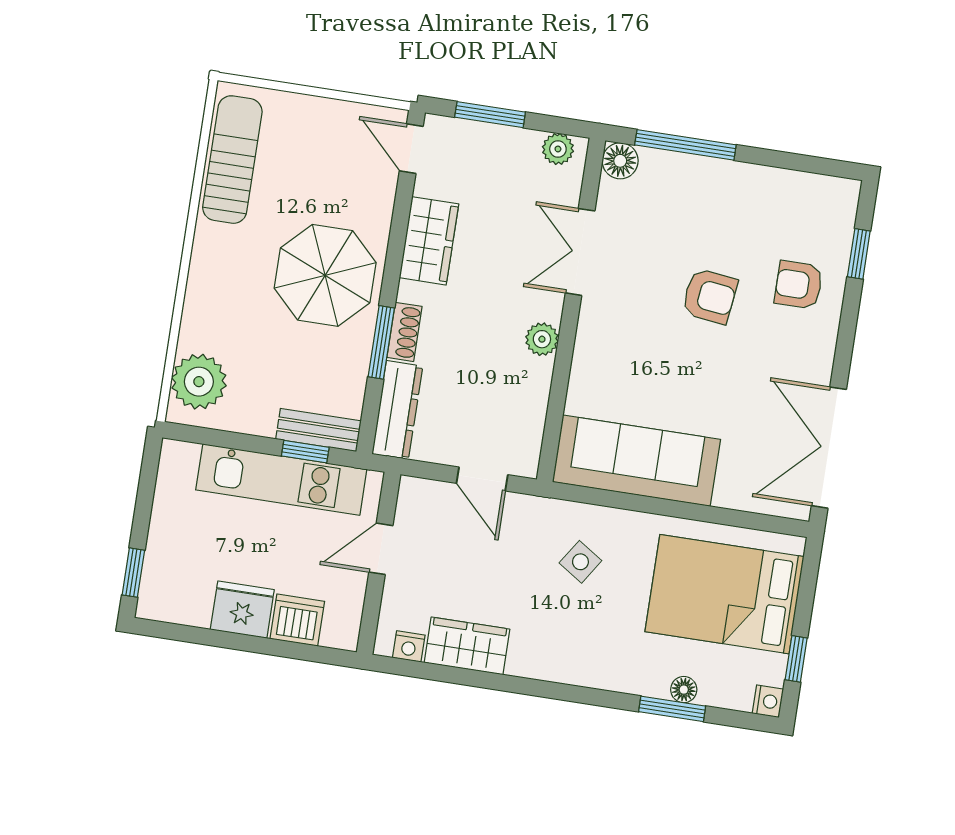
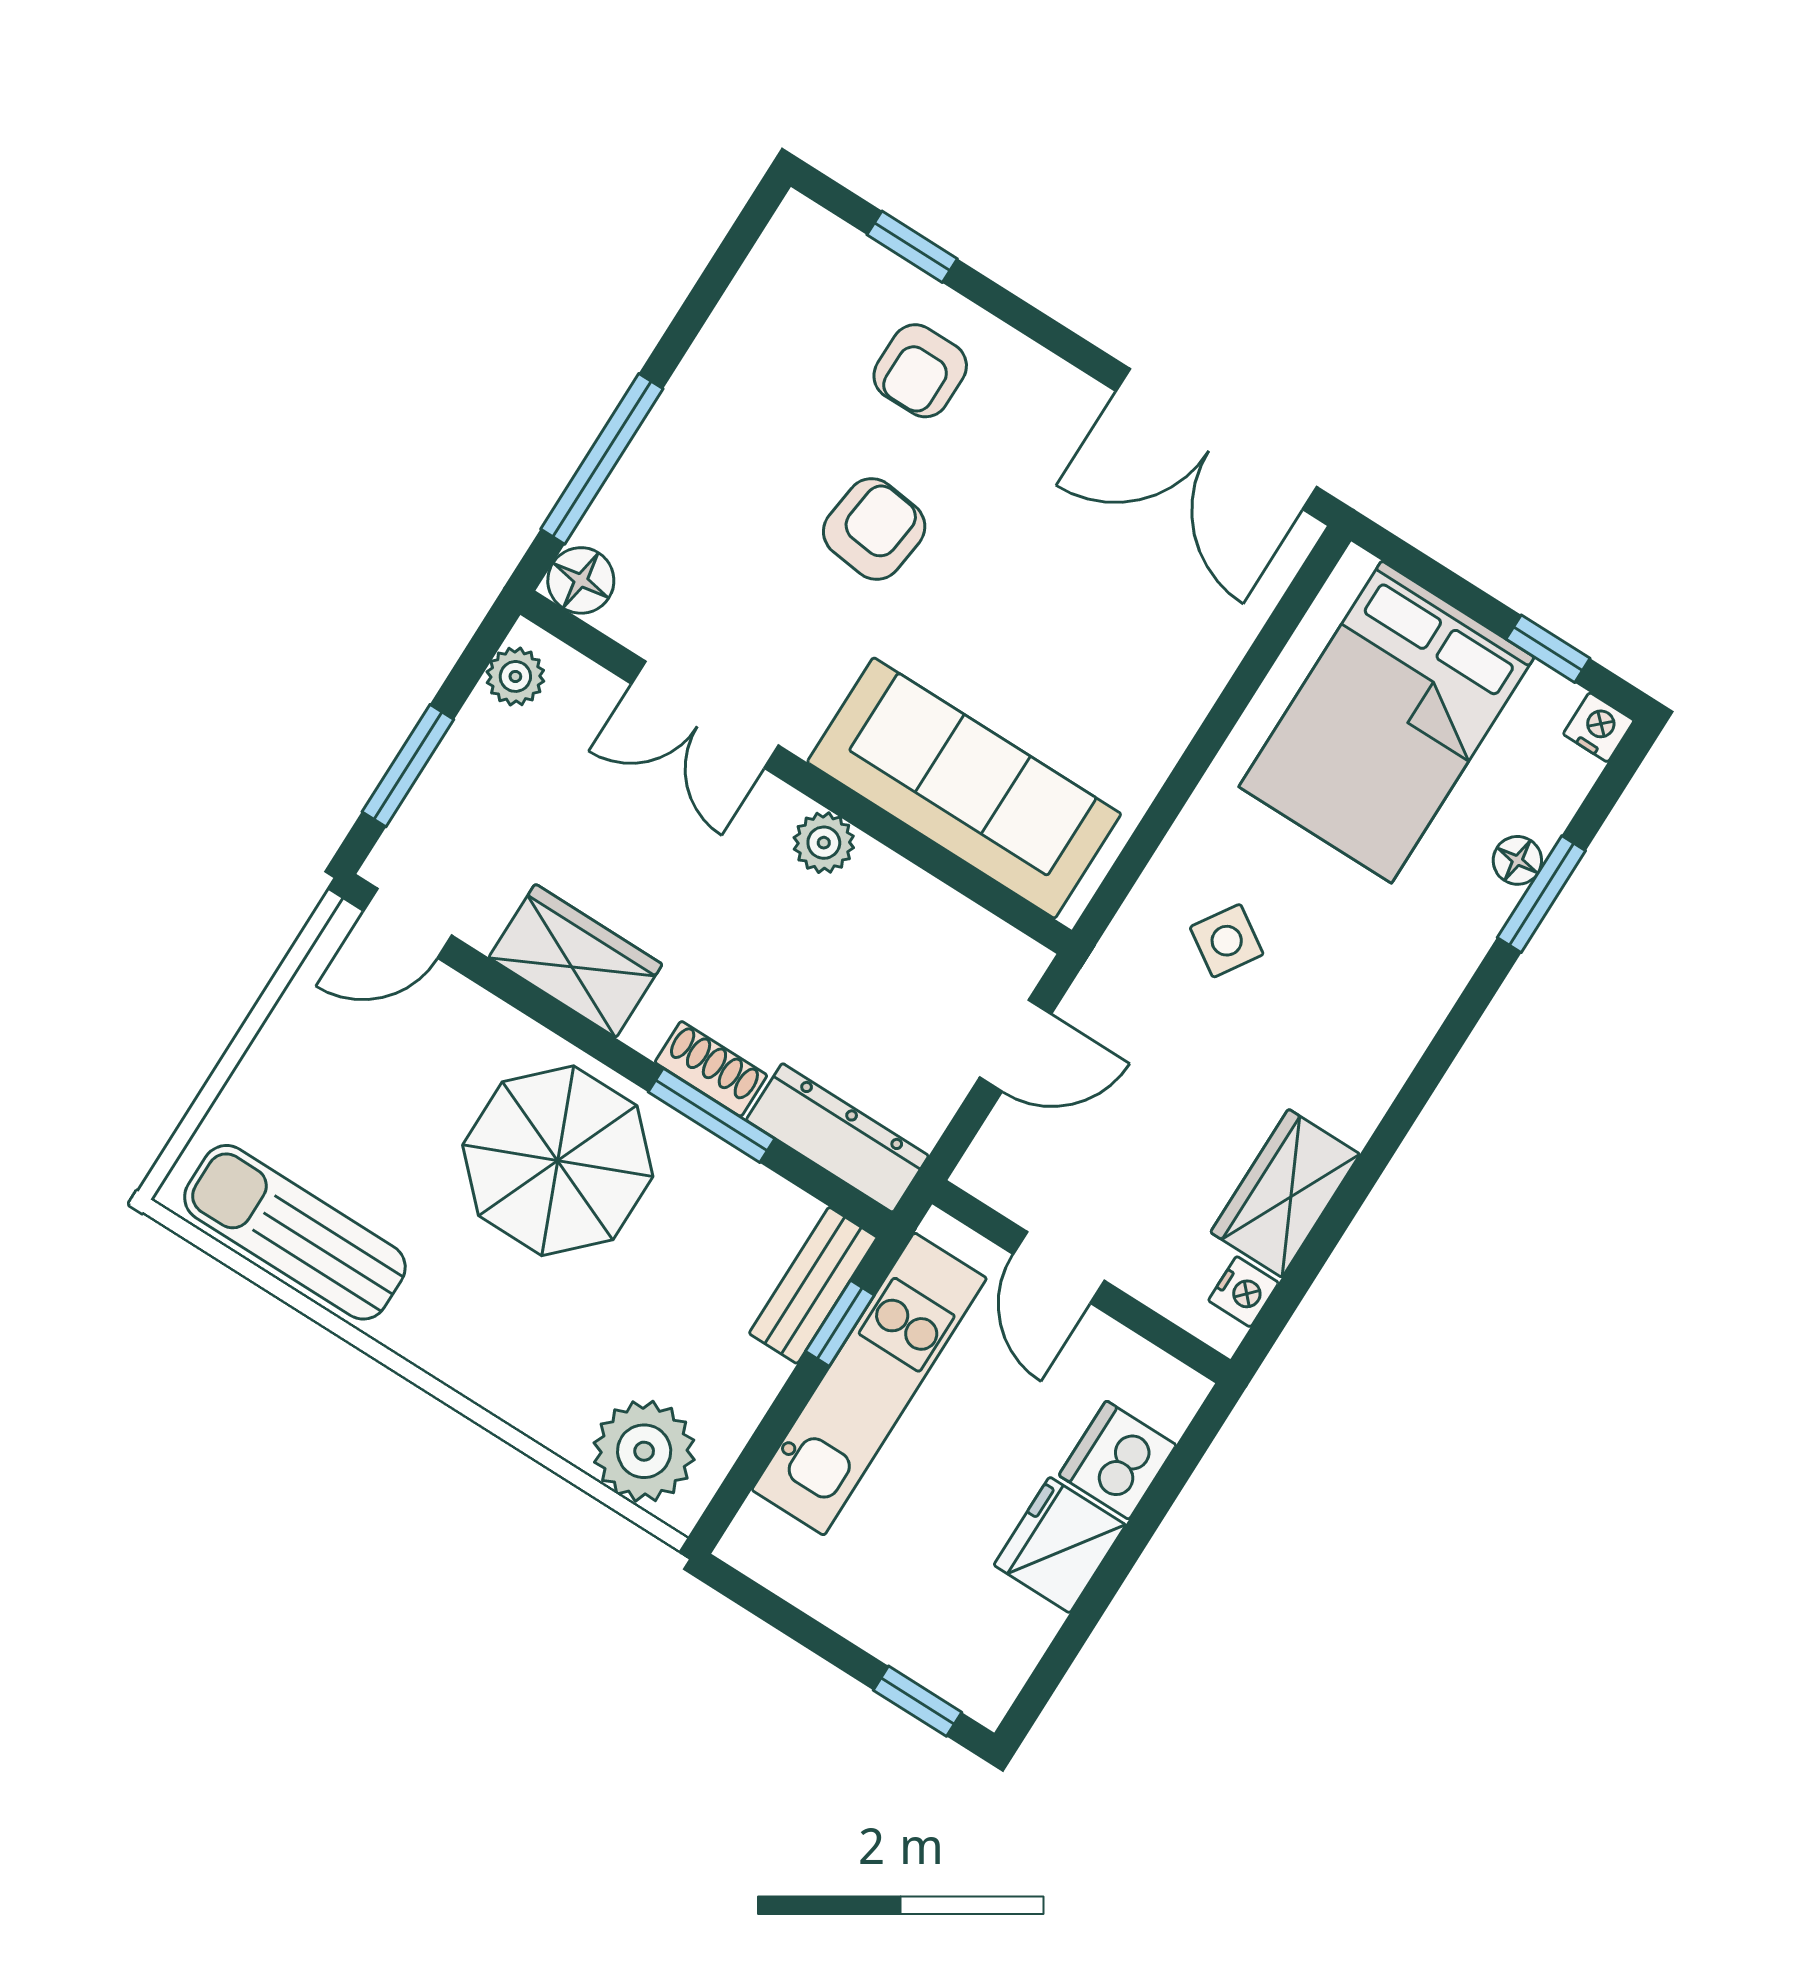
sofa: (636, 461) -> (964, 788), moved, turned 90

